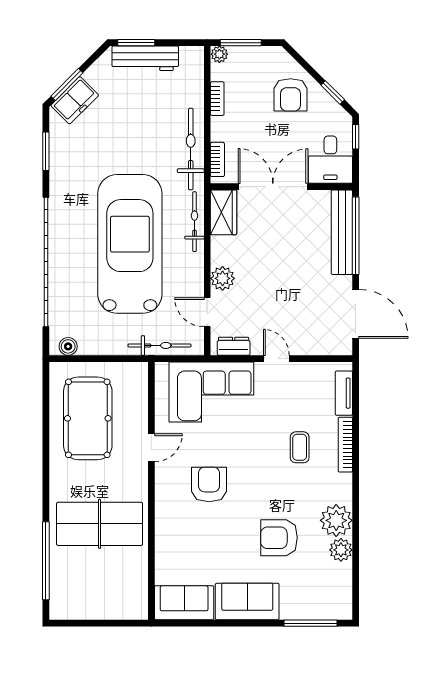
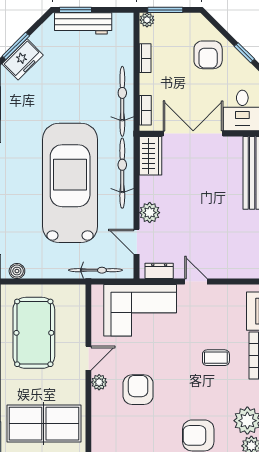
bicycle: (195, 222) -> (122, 173), width x1.37, depth x1.40
coffee table: (300, 447) -> (216, 358), turned 90
plant: (164, 476) -> (99, 382), added

